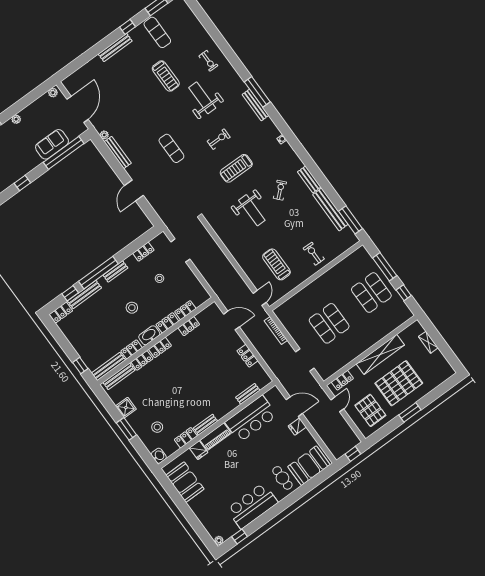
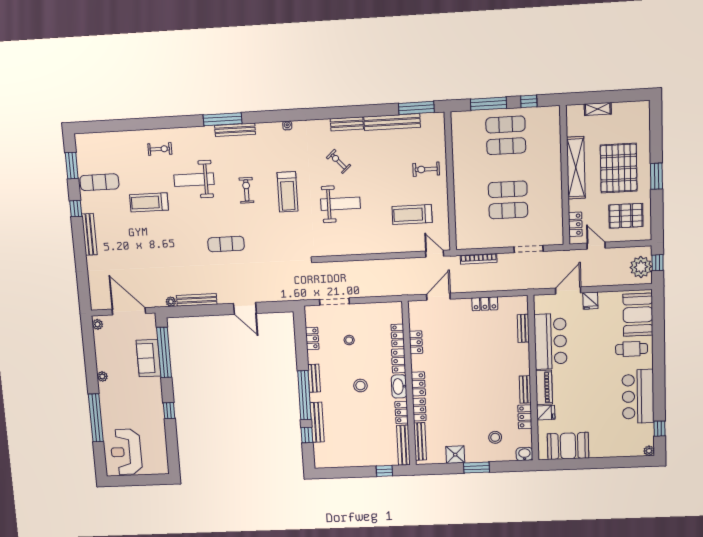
treadmill: (166, 76) -> (149, 202), turned 180
locker: (61, 313) -> (320, 456), removed
plant: (343, 445) -> (641, 267), added

